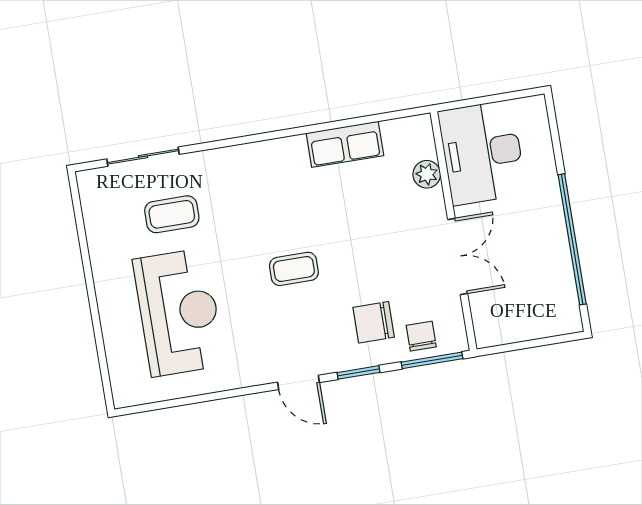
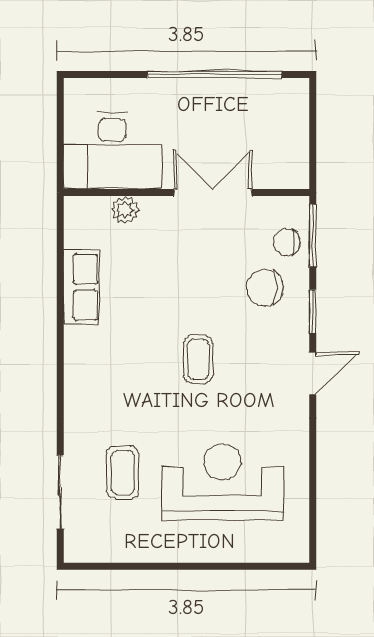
chair: (374, 322) -> (265, 288), turned 90

